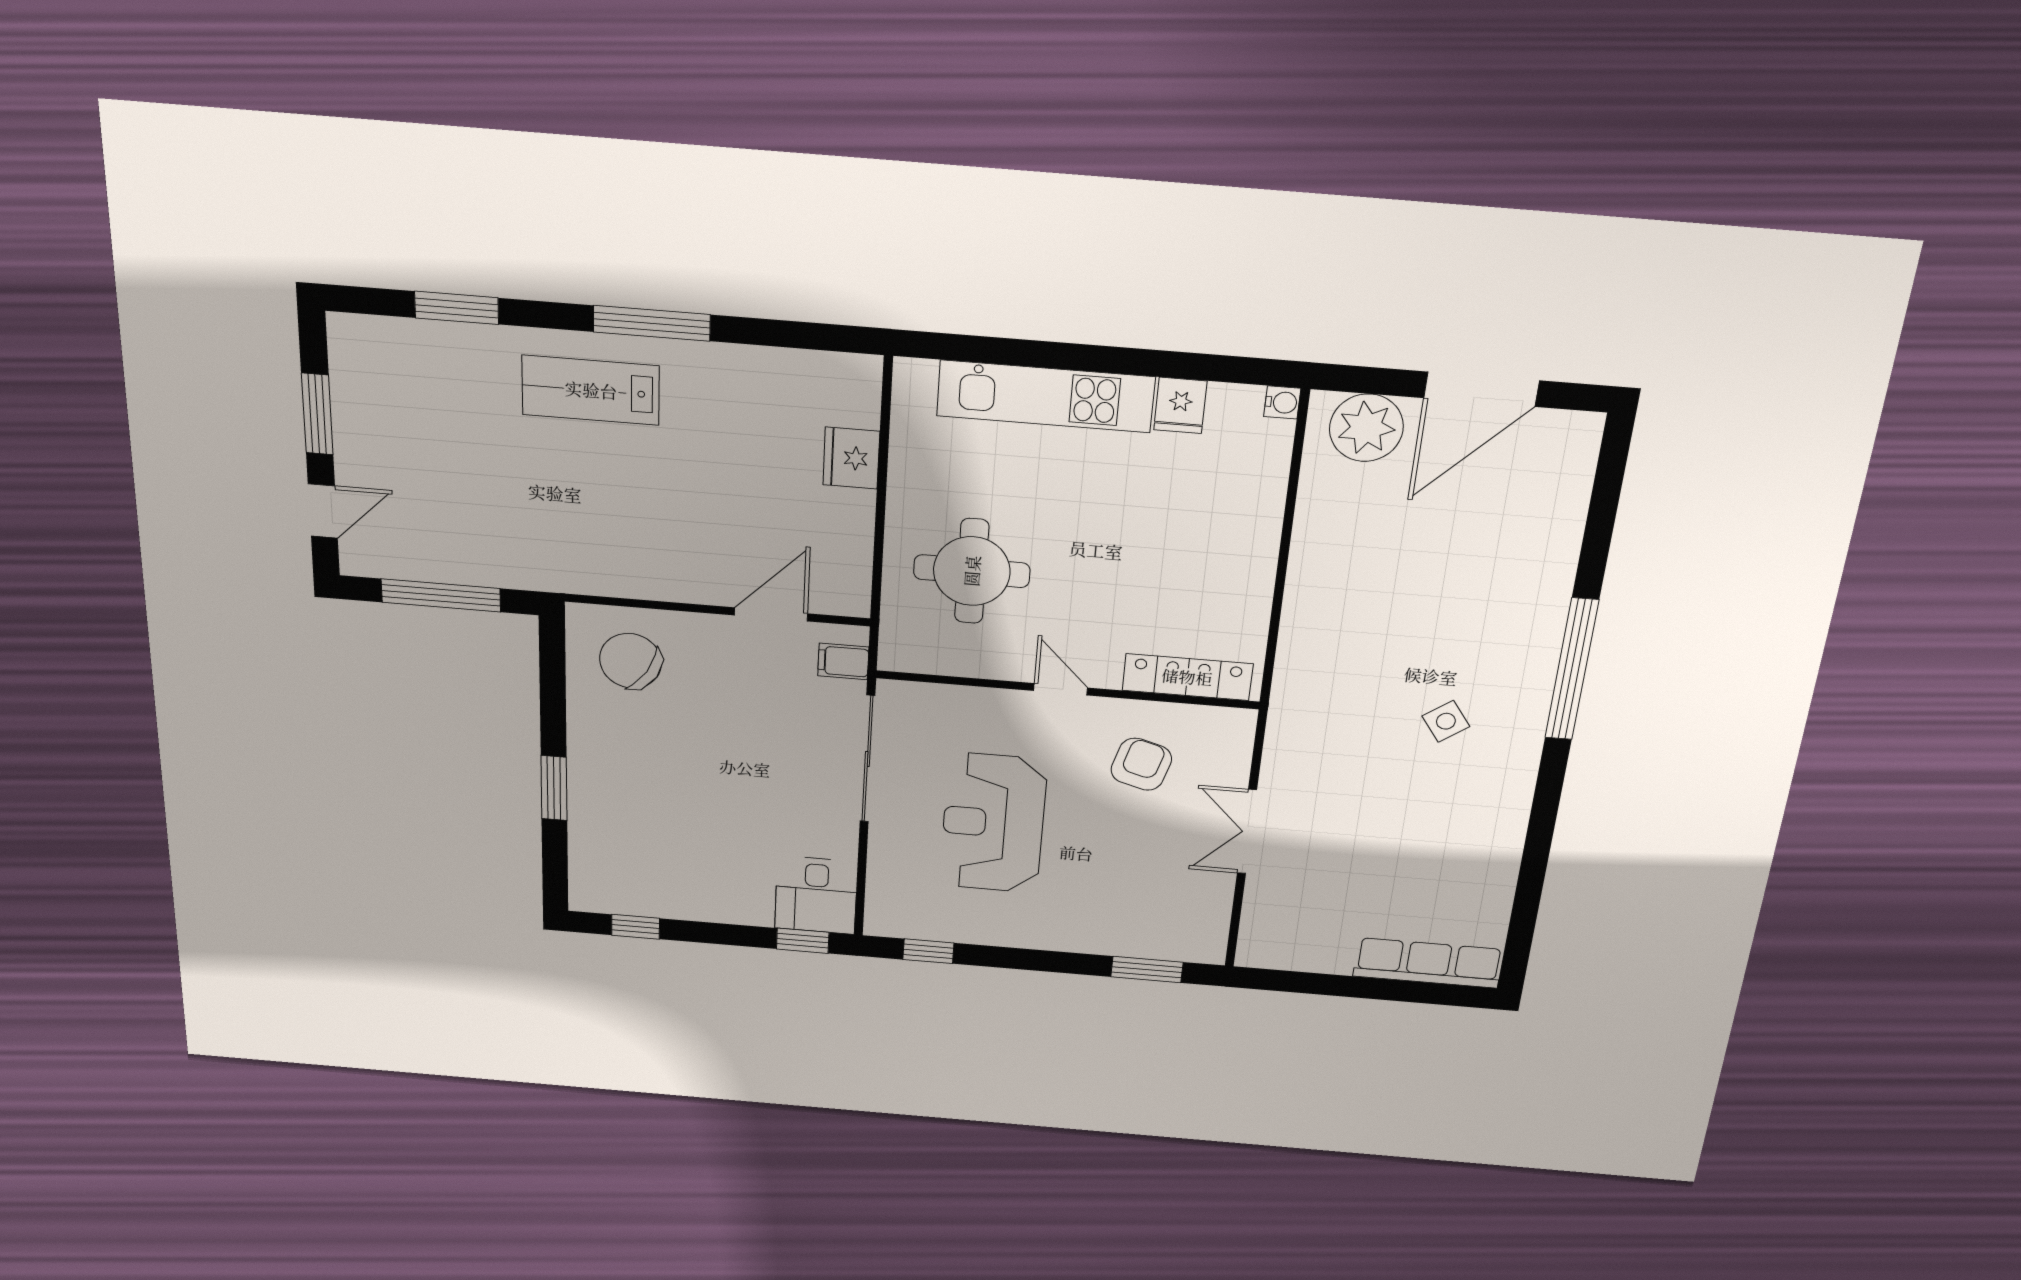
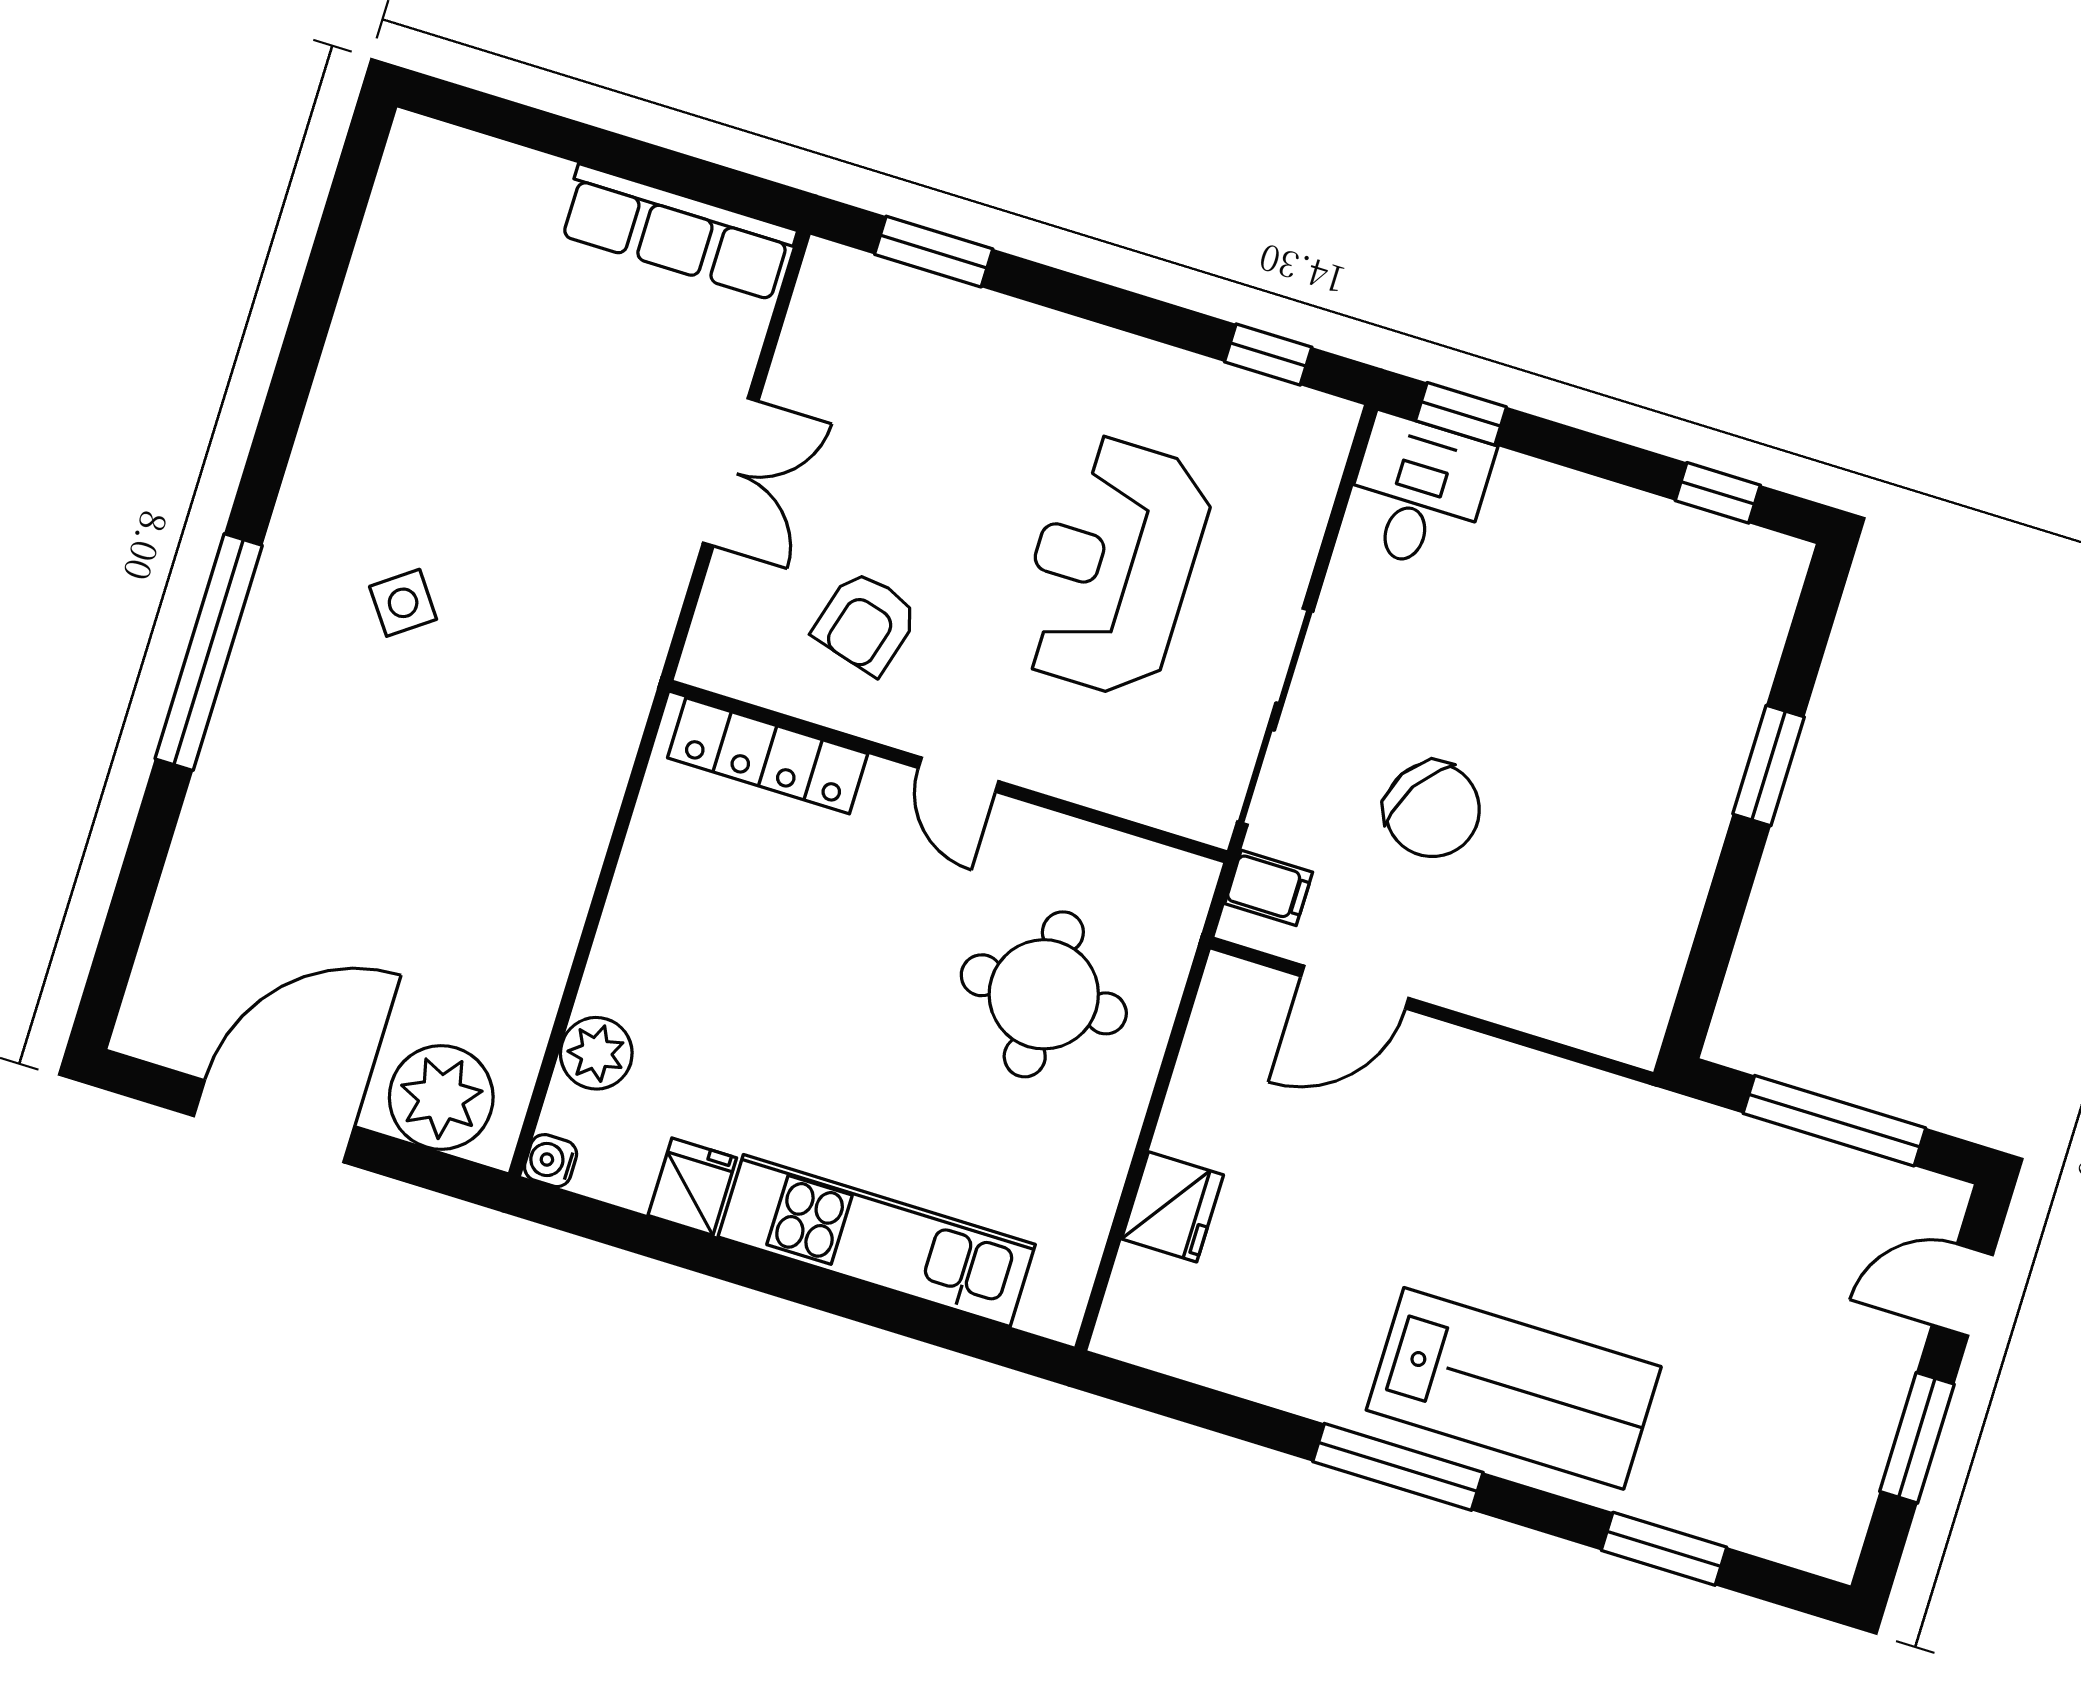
lab bench: (591, 390) -> (1514, 1388), width x1.36, depth x1.39
plant: (1264, 477) -> (596, 1053), added
chair: (631, 661) -> (1432, 810), moved
reception desk: (993, 823) -> (1112, 566), turned 180
row of seats: (1428, 963) -> (677, 232), moved

